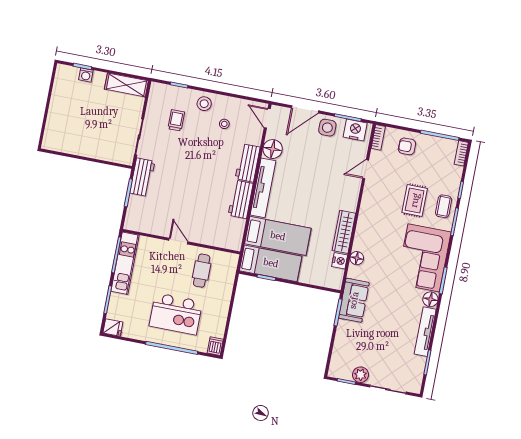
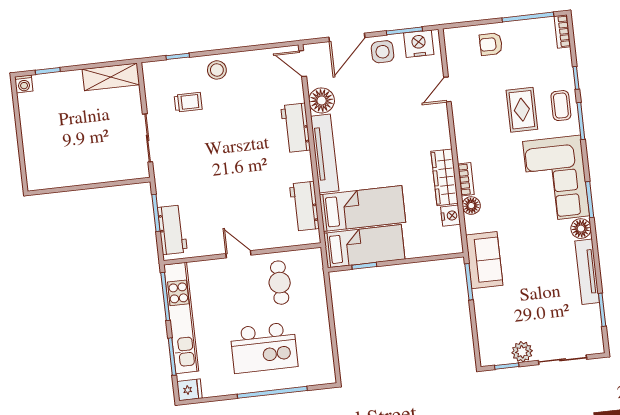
washing machine: (86, 75) -> (24, 84), moved
trolley: (176, 120) -> (188, 102), turned 90
stool: (224, 124) -> (250, 88), removed
bookcase: (378, 137) -> (466, 179), moved
workbench: (142, 177) -> (172, 230), moved
workbench: (241, 199) -> (304, 206), moved
kitchen unit: (125, 263) -> (181, 318), width x1.36
dishwasher: (215, 346) -> (327, 373), removed

